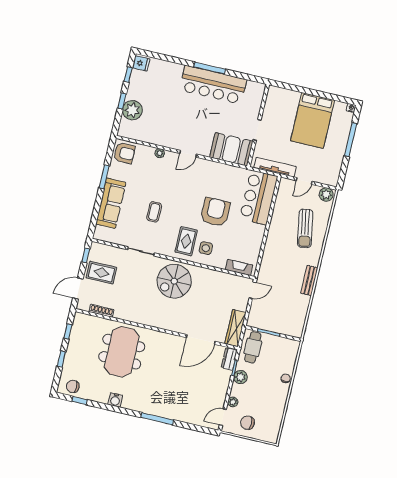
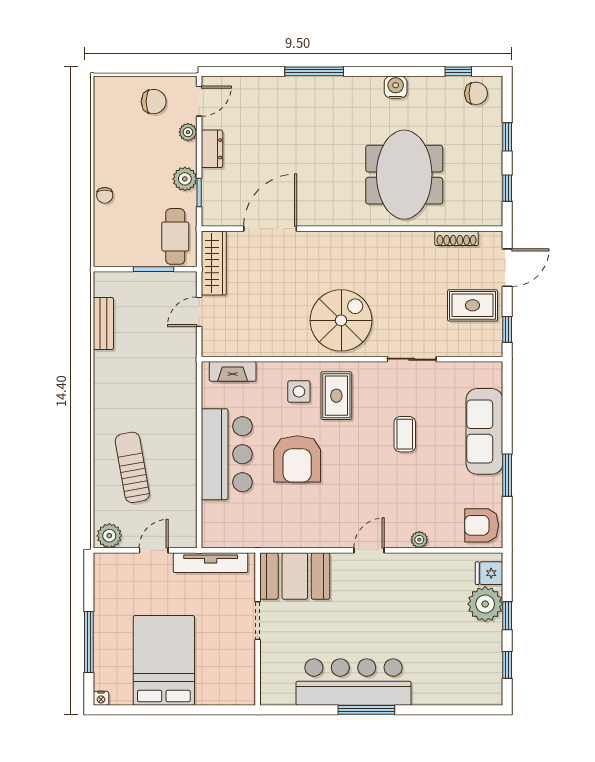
fridge: (141, 63) -> (489, 573), moved
bar counter: (259, 198) -> (227, 454), moved
bench: (309, 281) -> (103, 324), moved
door: (253, 290) -> (199, 312), moved
dresser: (229, 359) -> (212, 149), moved

